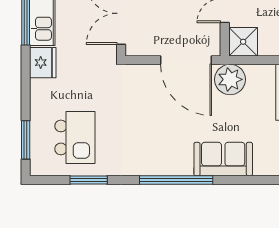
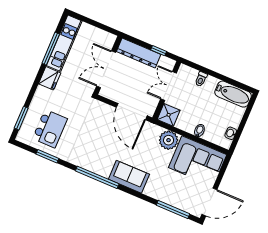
plant: (230, 79) -> (169, 140), moved

